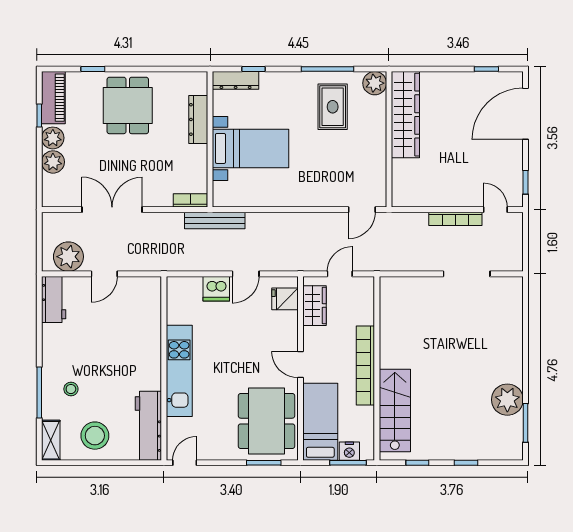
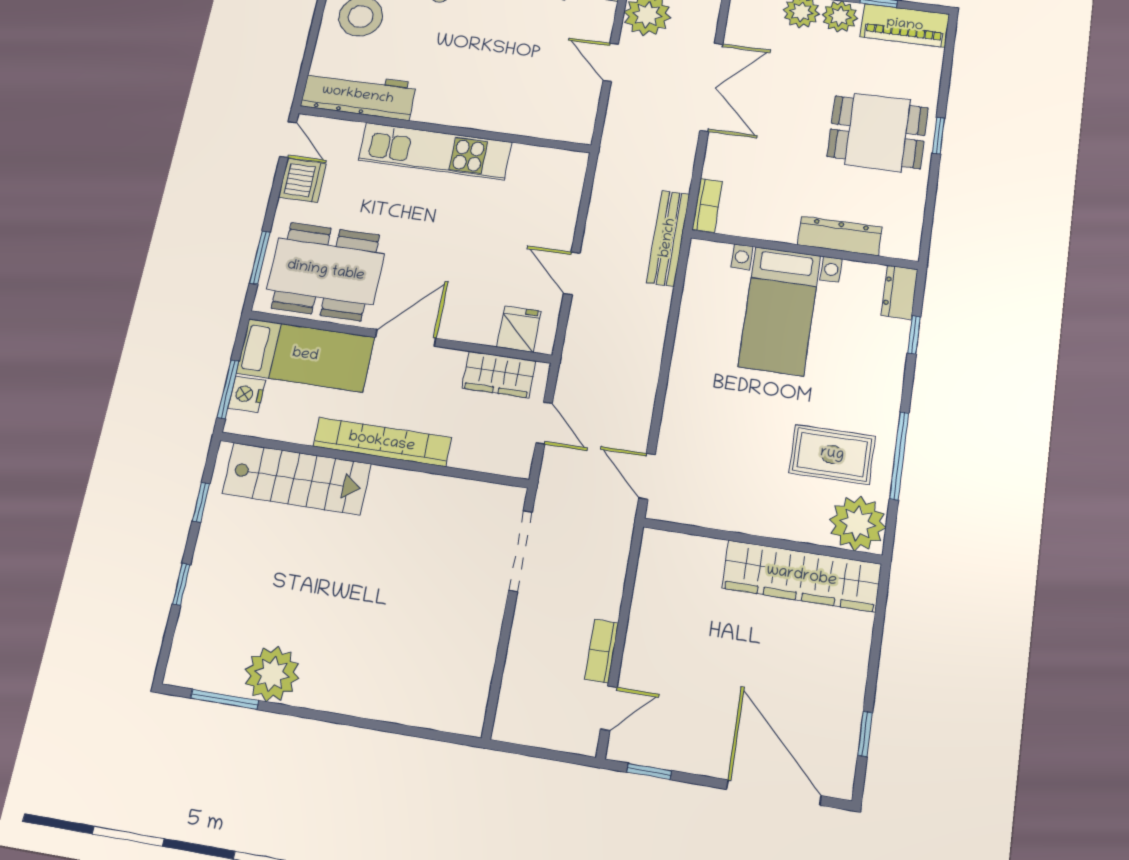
window: (93, 69) -> (938, 136), moved
dresser: (236, 80) -> (899, 292), width x0.70
plant: (375, 83) -> (858, 523), width x1.36, depth x1.36
bookcase: (455, 219) -> (602, 651), width x0.64
doorway: (467, 274) -> (520, 551), moved
dishwasher: (216, 289) -> (302, 180), moved, turned 180
door: (300, 365) -> (406, 338), width x1.38

